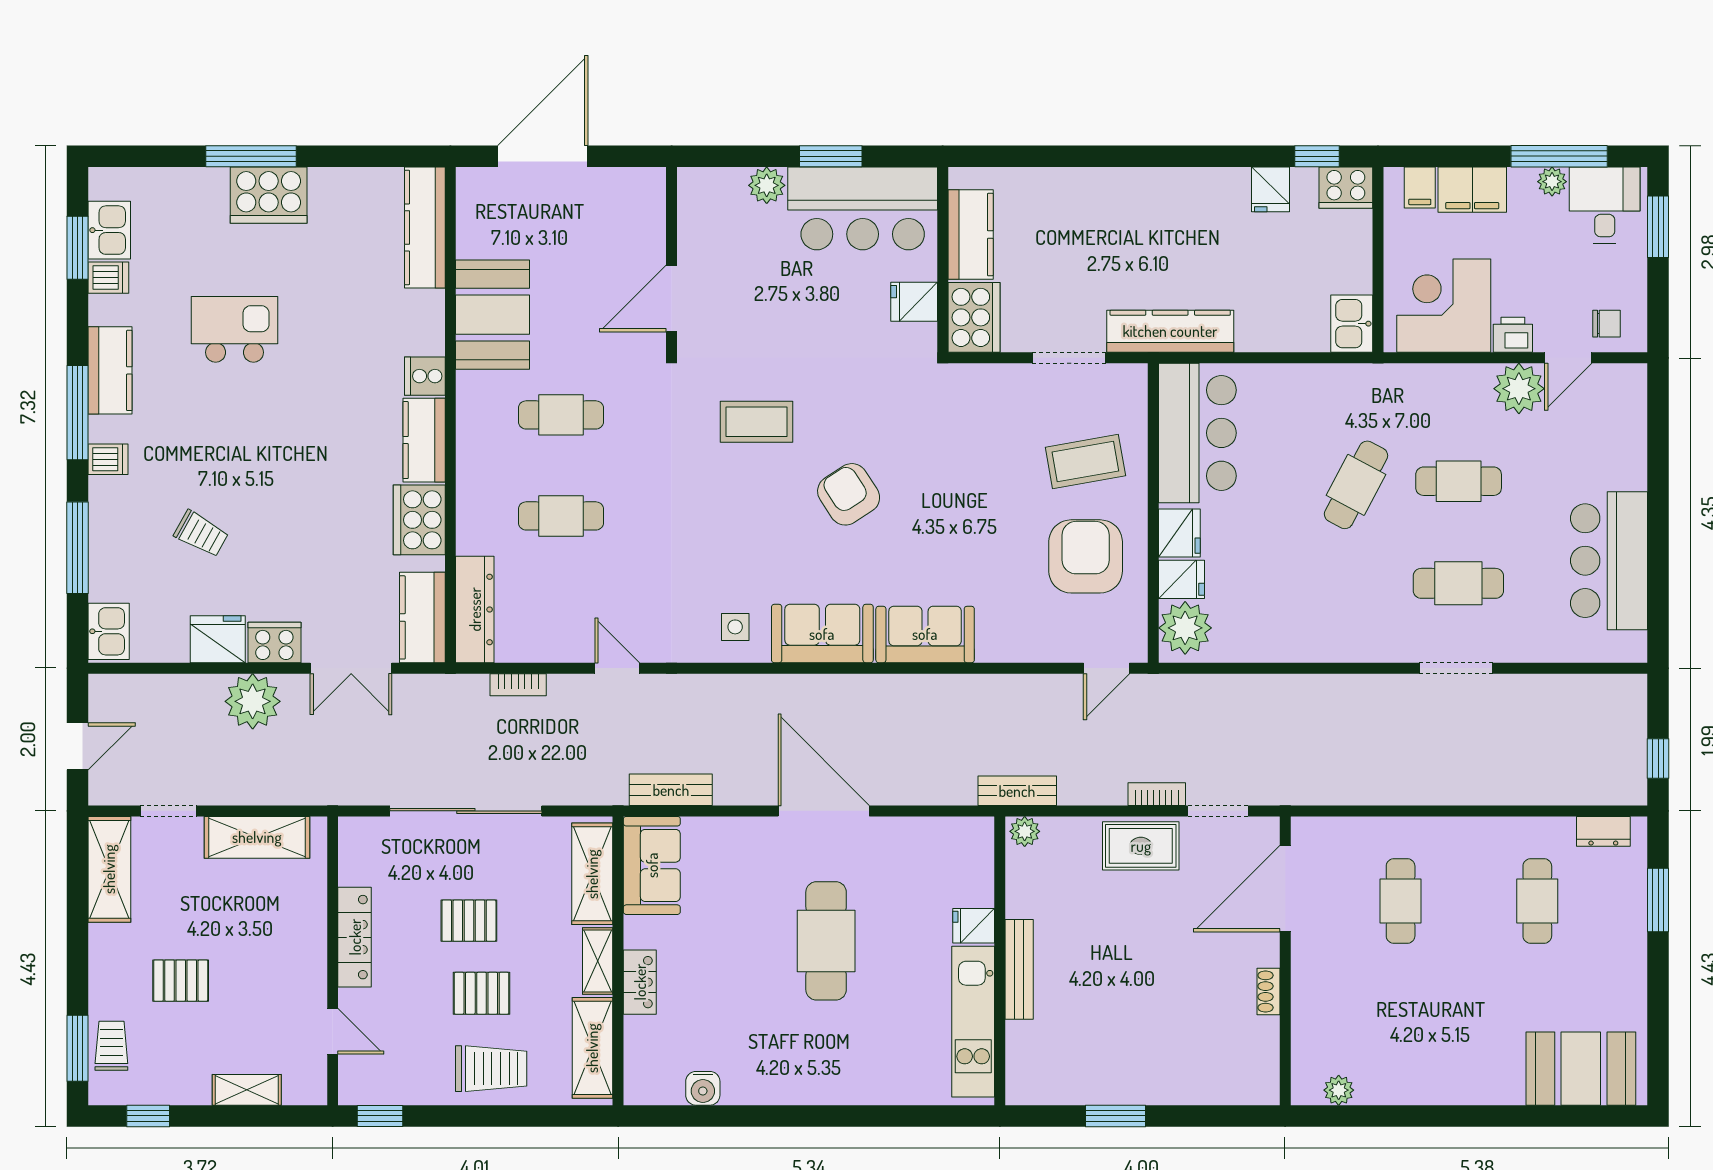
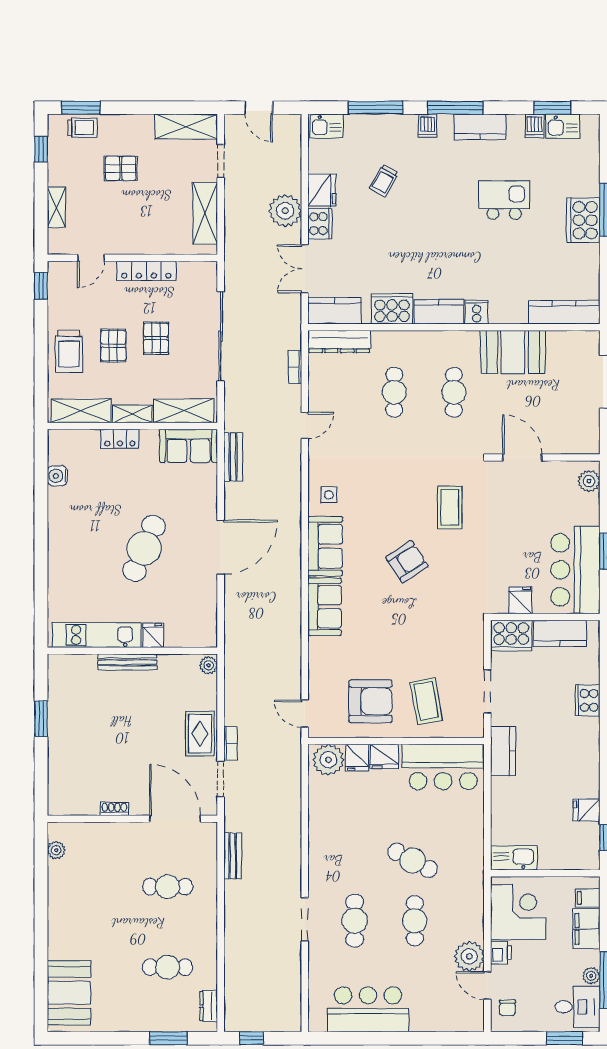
plant: (767, 185) -> (589, 481), moved
cooker: (1346, 188) -> (588, 700), moved
kitchen sink: (1352, 324) -> (514, 858), width x1.38
kitchen island: (235, 329) -> (504, 200), turned -90
kitchen counter: (1170, 331) -> (503, 751), width x0.67
bench: (1017, 791) -> (233, 856), moved
cafe table: (826, 941) -> (144, 548), turned -67
pallet: (181, 981) -> (121, 168), turned 90

